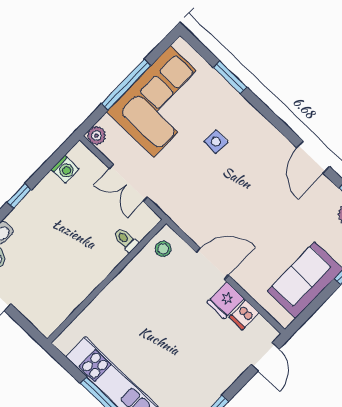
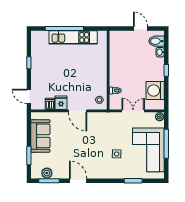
washing machine: (65, 169) -> (155, 91), width x1.89, depth x1.89
door: (212, 264) -> (78, 111), hinge flipped

